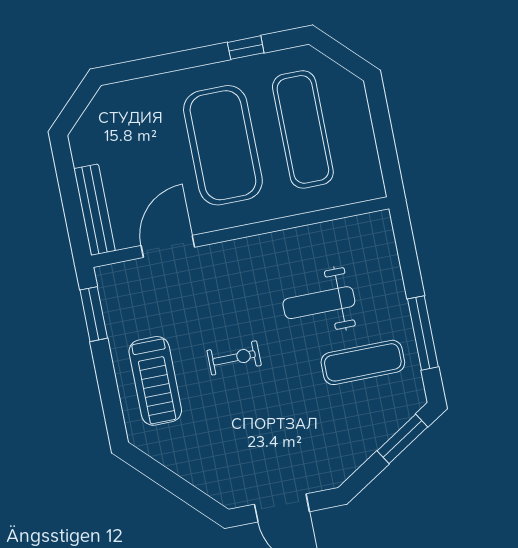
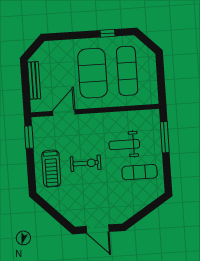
bench: (95, 210) -> (34, 80), moved
window: (423, 333) -> (165, 137), moved
exercise bike: (234, 358) -> (86, 163), width x1.38, depth x1.39
window: (402, 439) -> (152, 206), removed

